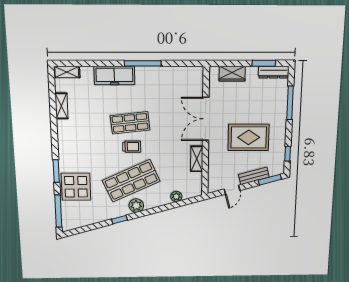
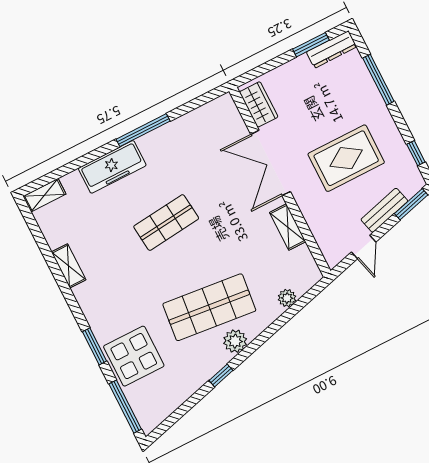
wardrobe: (232, 74) -> (259, 104), moved, turned -90
shelving: (61, 106) -> (69, 266), moved
trolley: (132, 147) -> (185, 256), removed
shop shelf: (131, 181) -> (209, 307), turned 30

